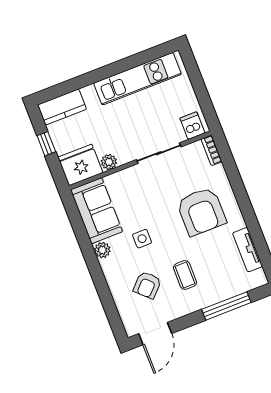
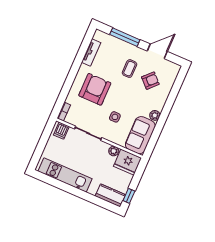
window: (46, 144) -> (129, 196), moved
side table: (142, 239) -> (115, 117), moved
door: (155, 334) -> (157, 51), moved

